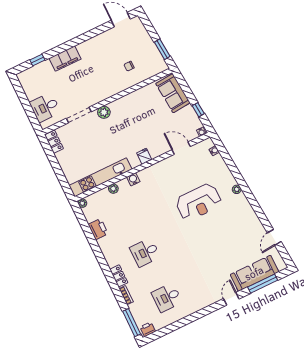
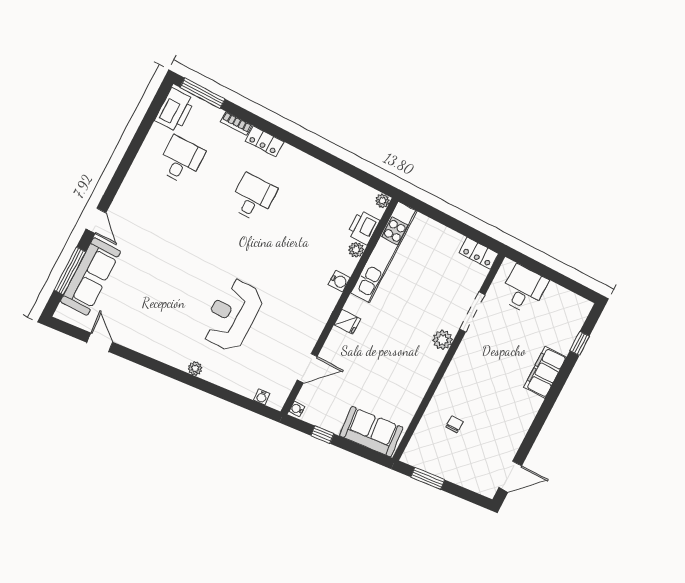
printer: (98, 229) -> (363, 227), moved, turned 90
printer: (148, 329) -> (175, 110), width x1.87, depth x1.48

